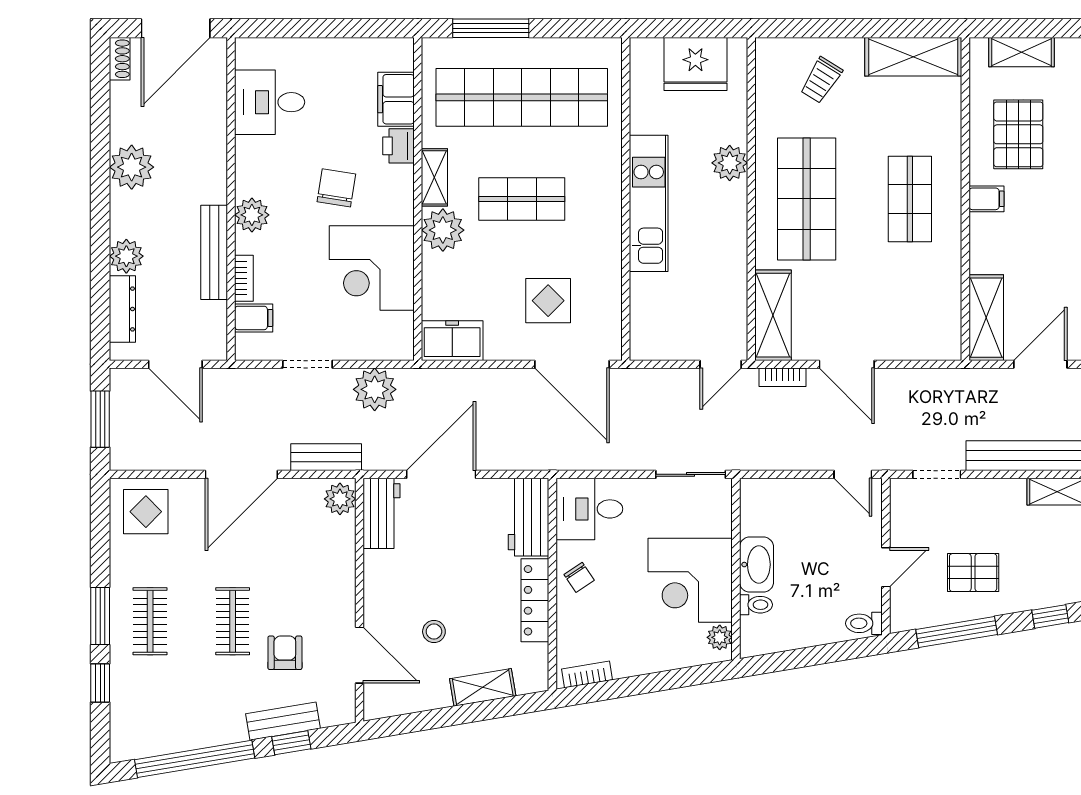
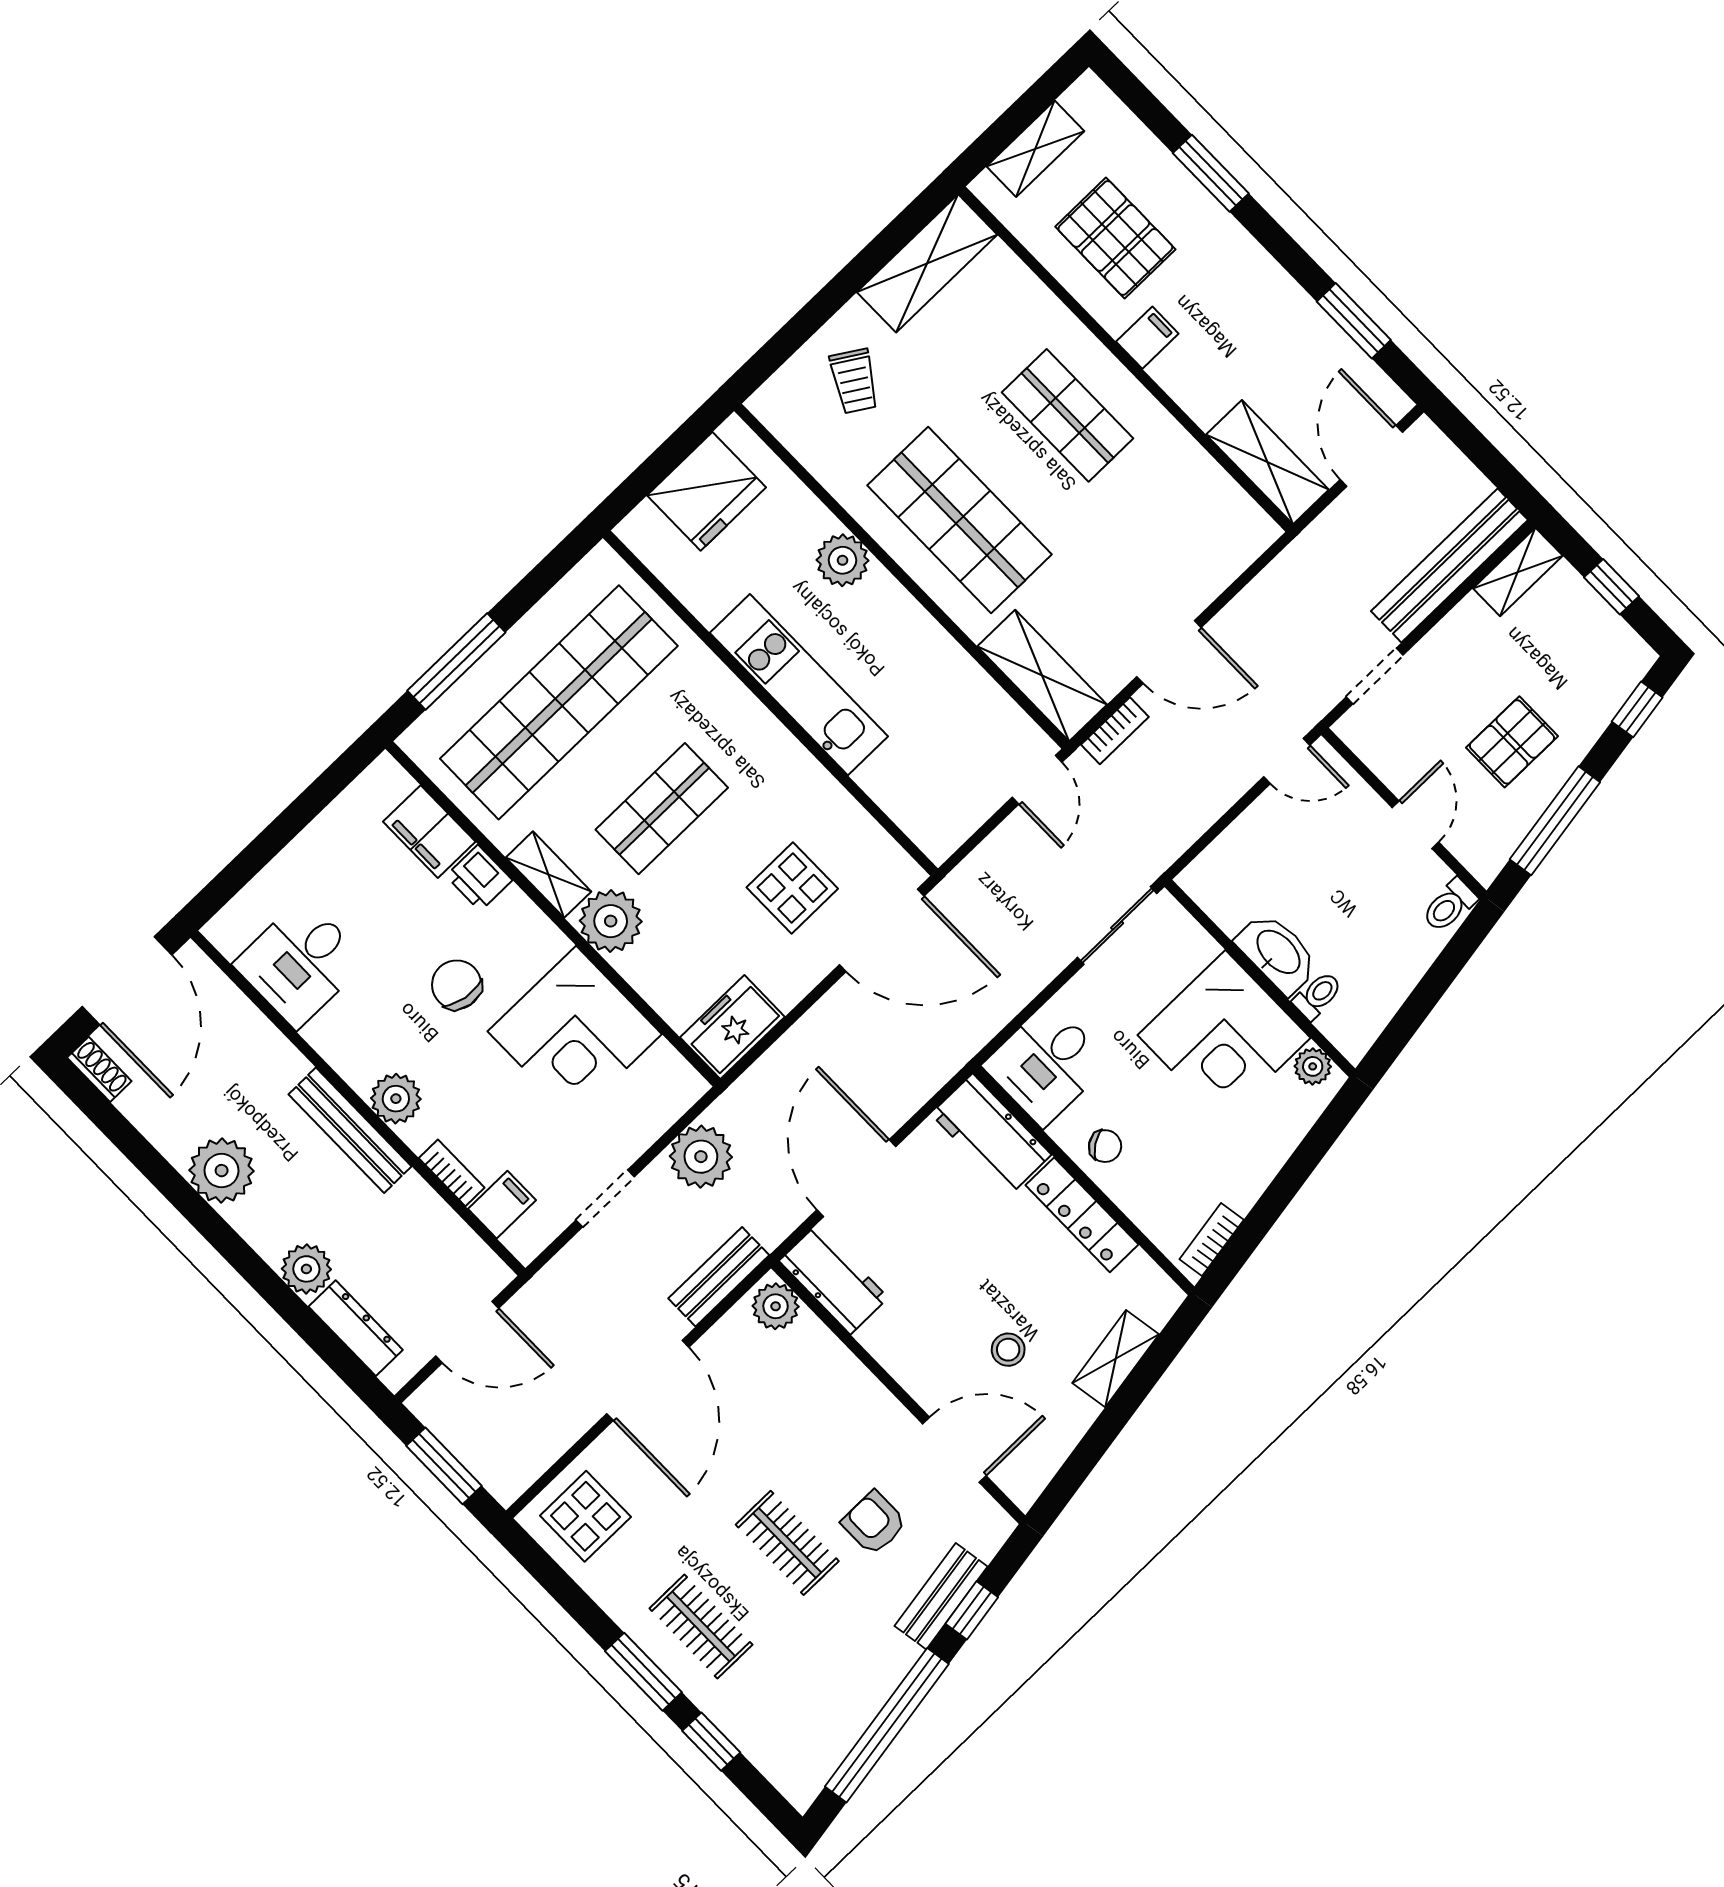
bench: (214, 252) -> (350, 1130), moved

